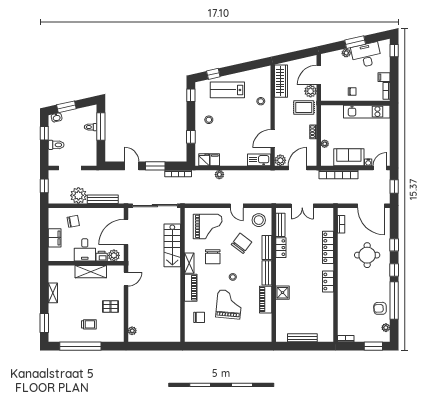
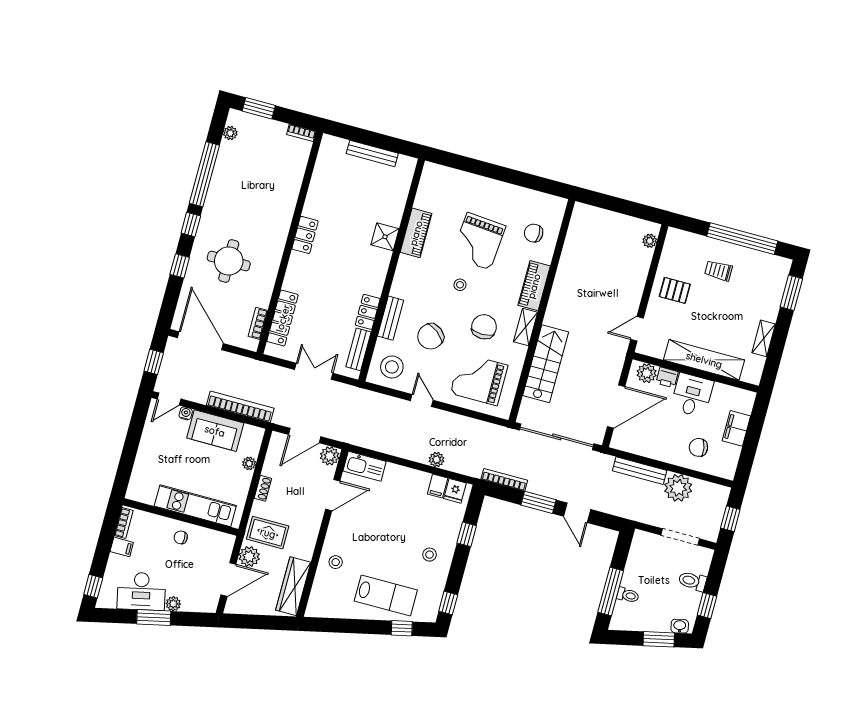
kitchen unit: (367, 112) -> (195, 506), moved
locker: (328, 247) -> (283, 318), moved
shelving: (91, 272) -> (704, 360), width x1.47
bench: (267, 273) -> (402, 276), removed
armchair: (380, 308) -> (231, 167), removed

